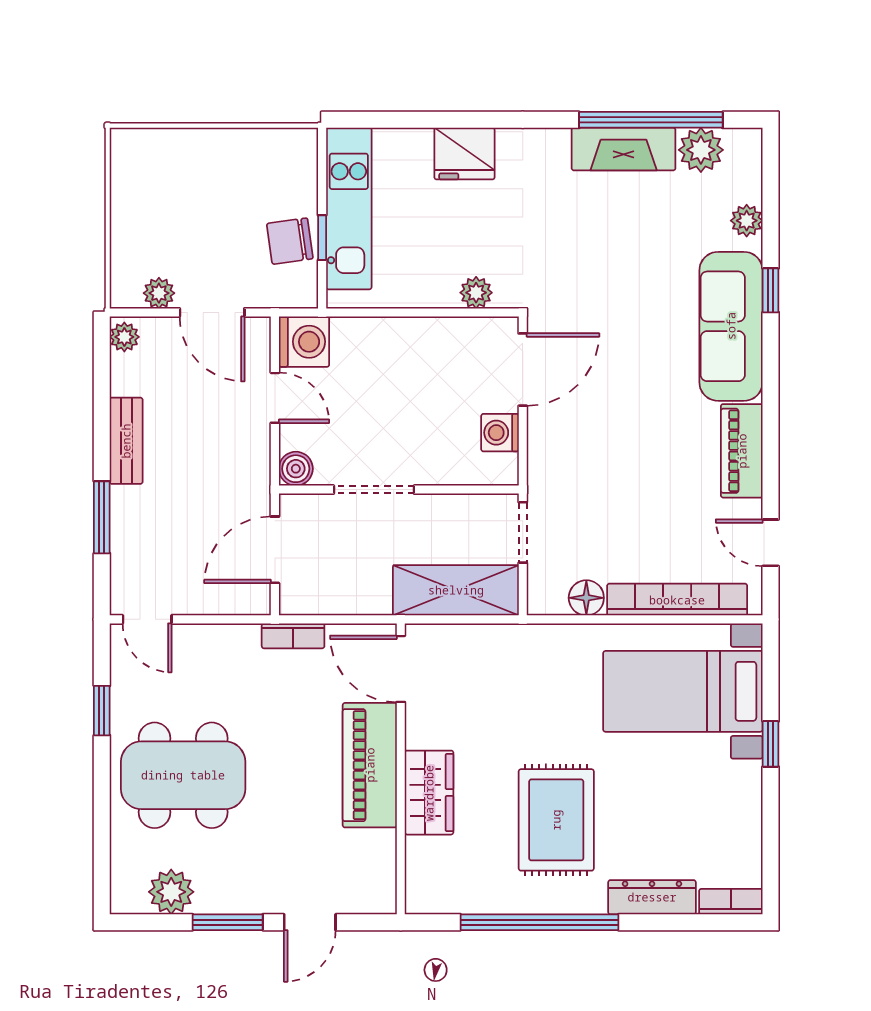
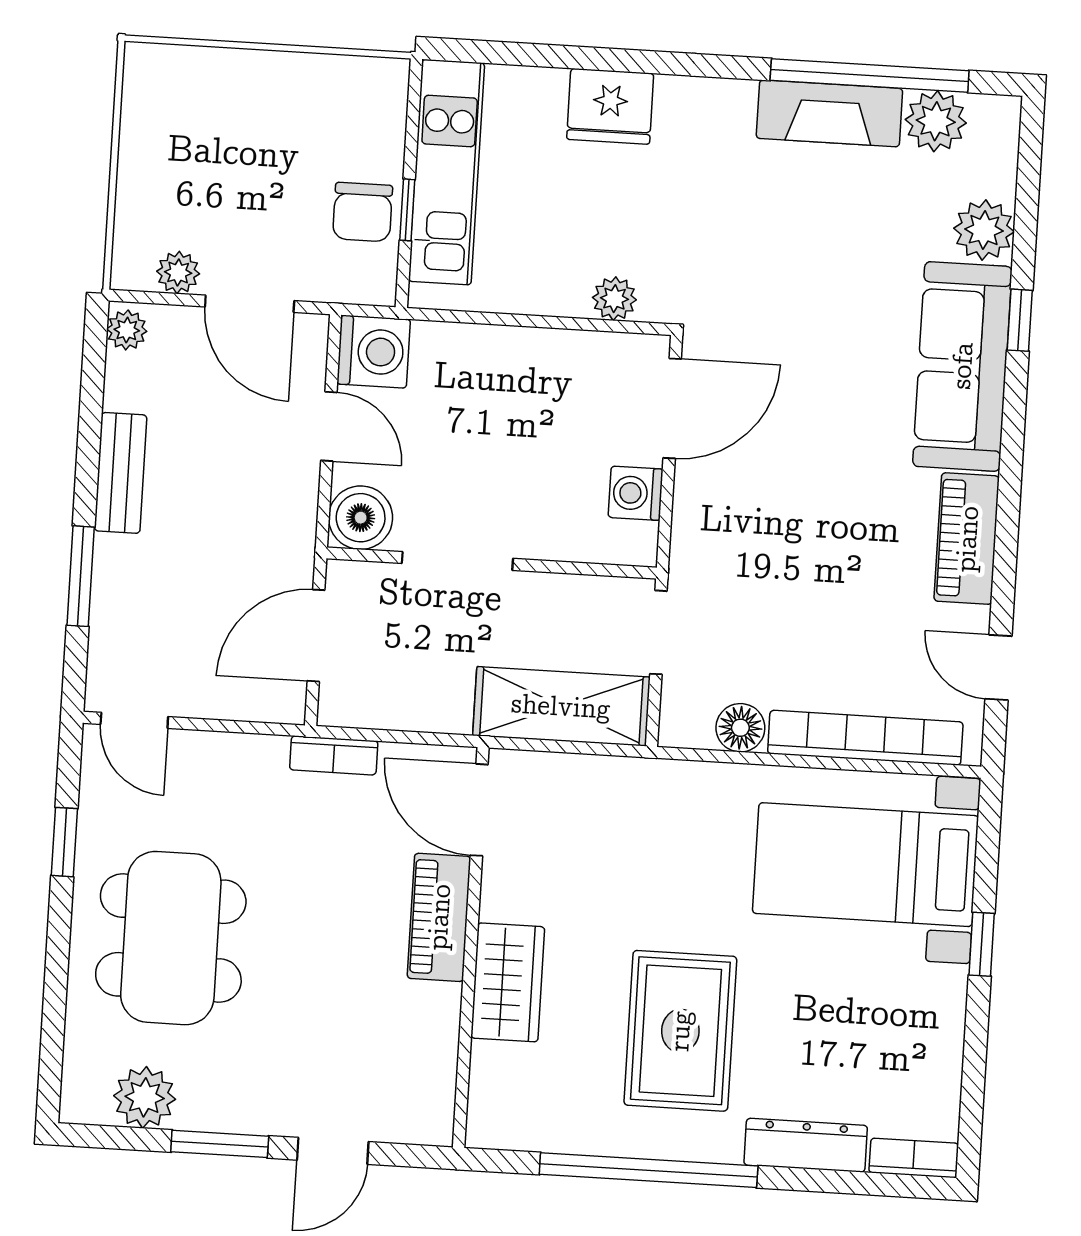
plant: (747, 221) -> (984, 230), width x1.38, depth x1.38
chair: (290, 241) -> (363, 212), turned -82
boiler: (296, 469) -> (361, 518), width x1.36, depth x1.36
piano: (370, 765) -> (439, 917), width x0.73, depth x0.75
dining table: (183, 775) -> (171, 938), turned 90

